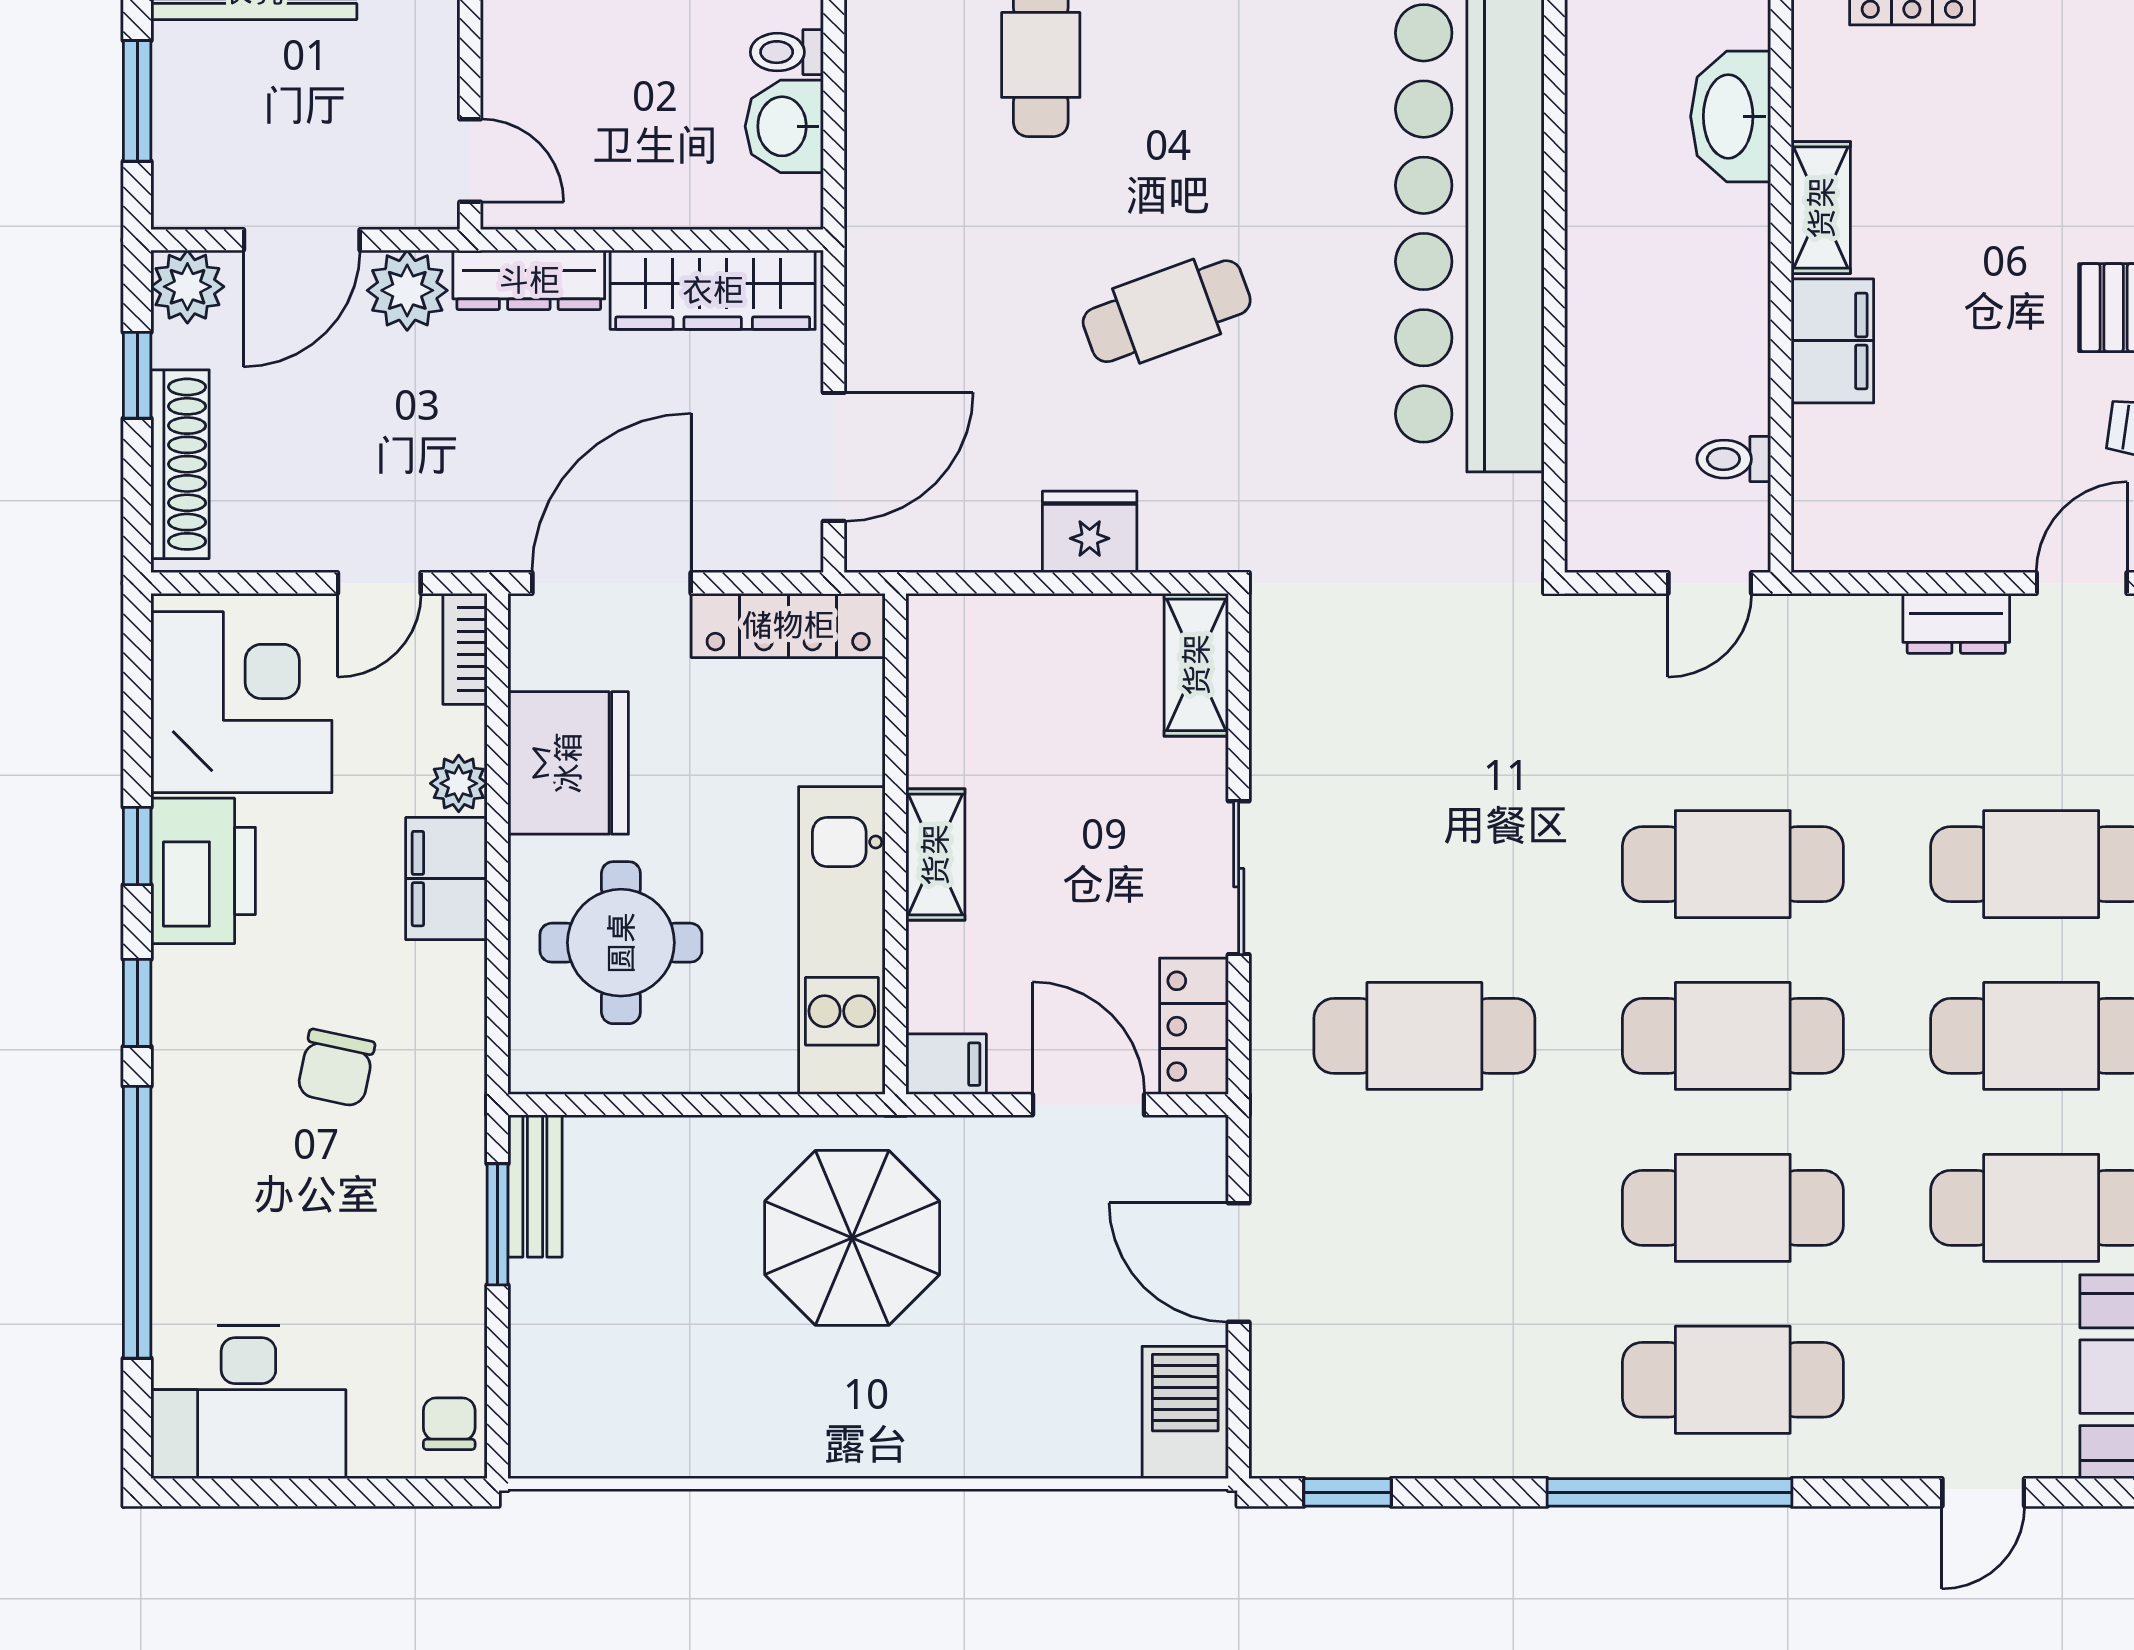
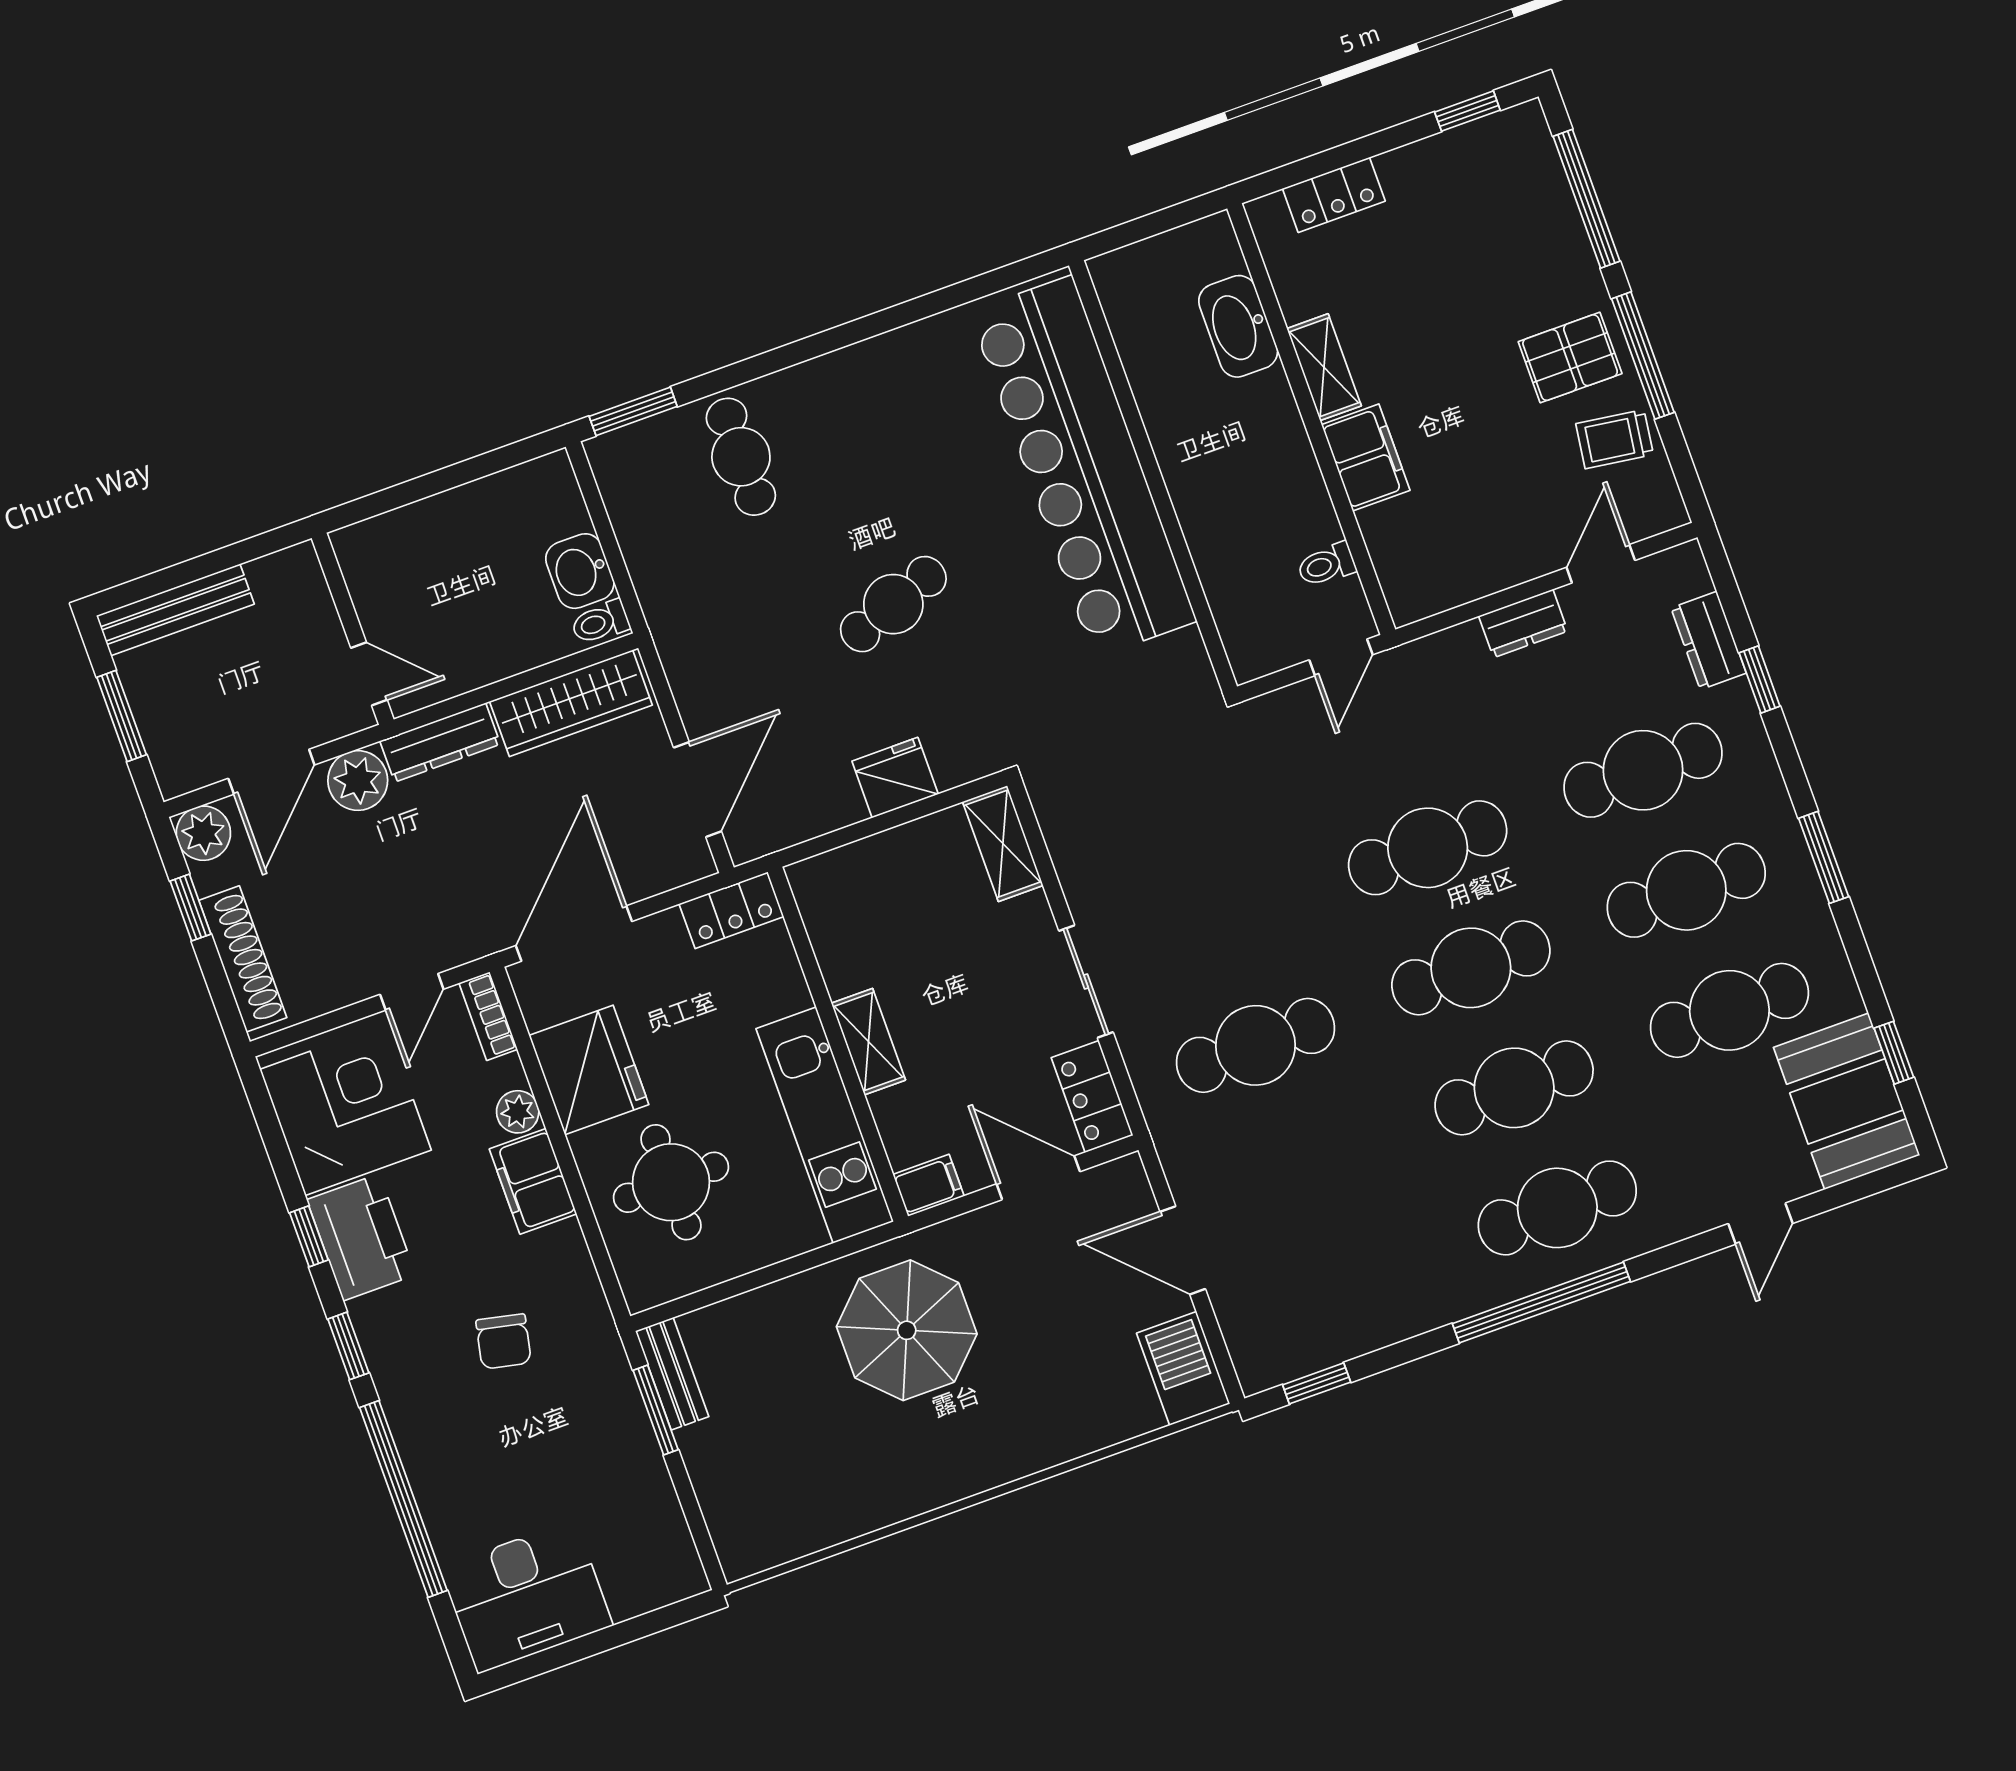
toilet: (787, 52) -> (600, 622), moved
locker: (788, 625) -> (731, 910), width x0.66
chair: (449, 1424) -> (672, 1561), removed

